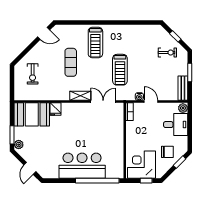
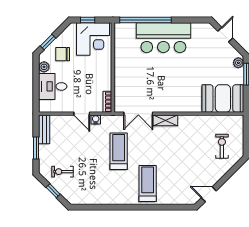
exercise mat: (71, 62) -> (177, 160), removed
plant: (183, 108) -> (44, 67), moved
fridge: (56, 109) -> (195, 105), removed

